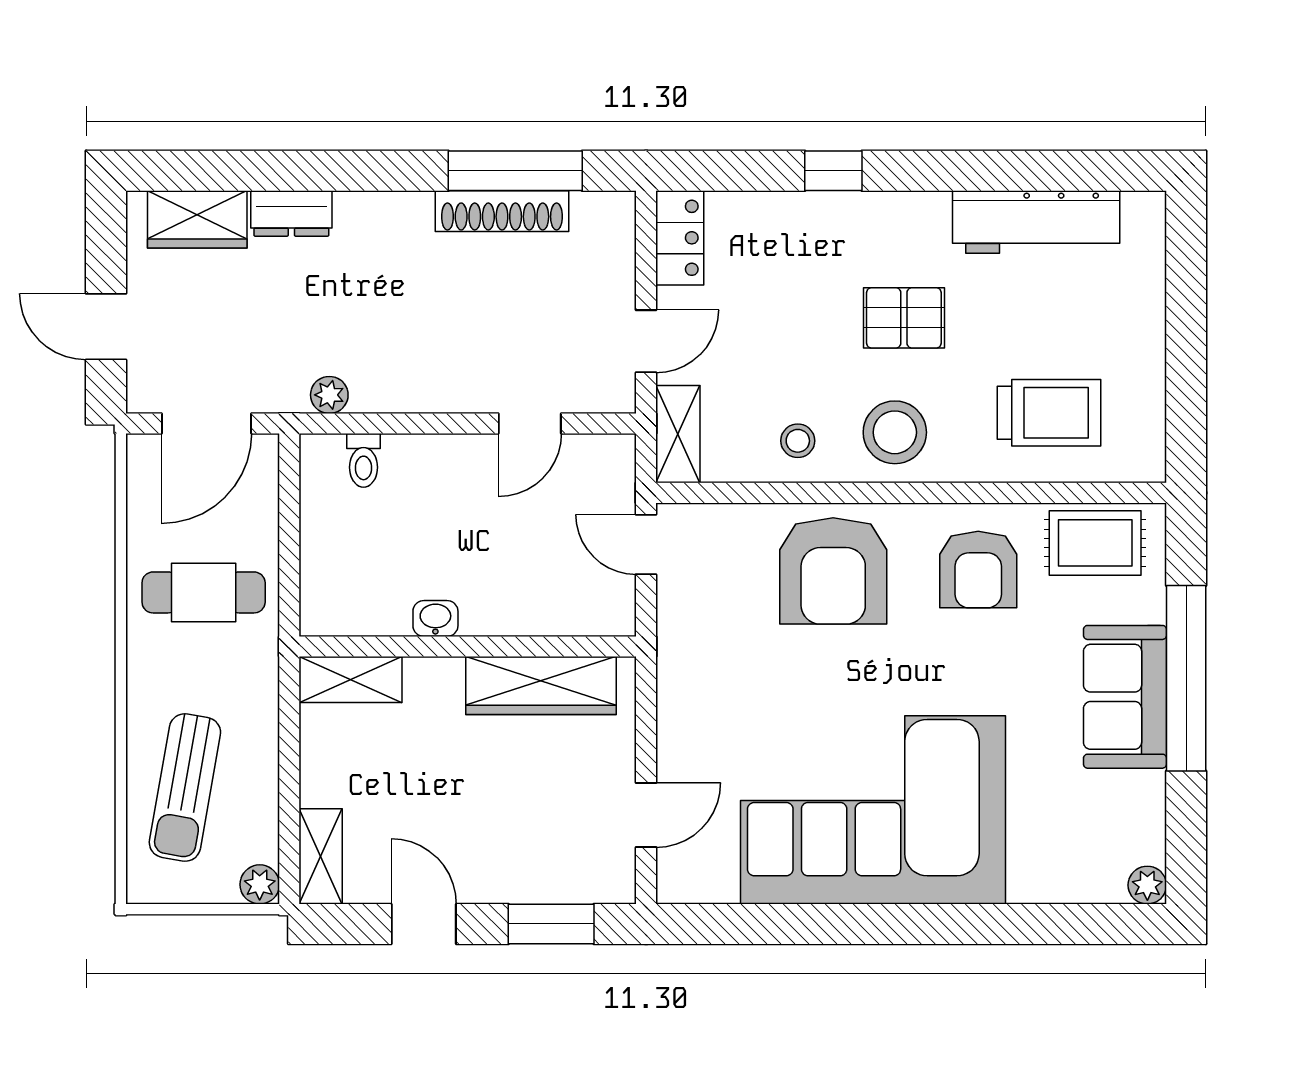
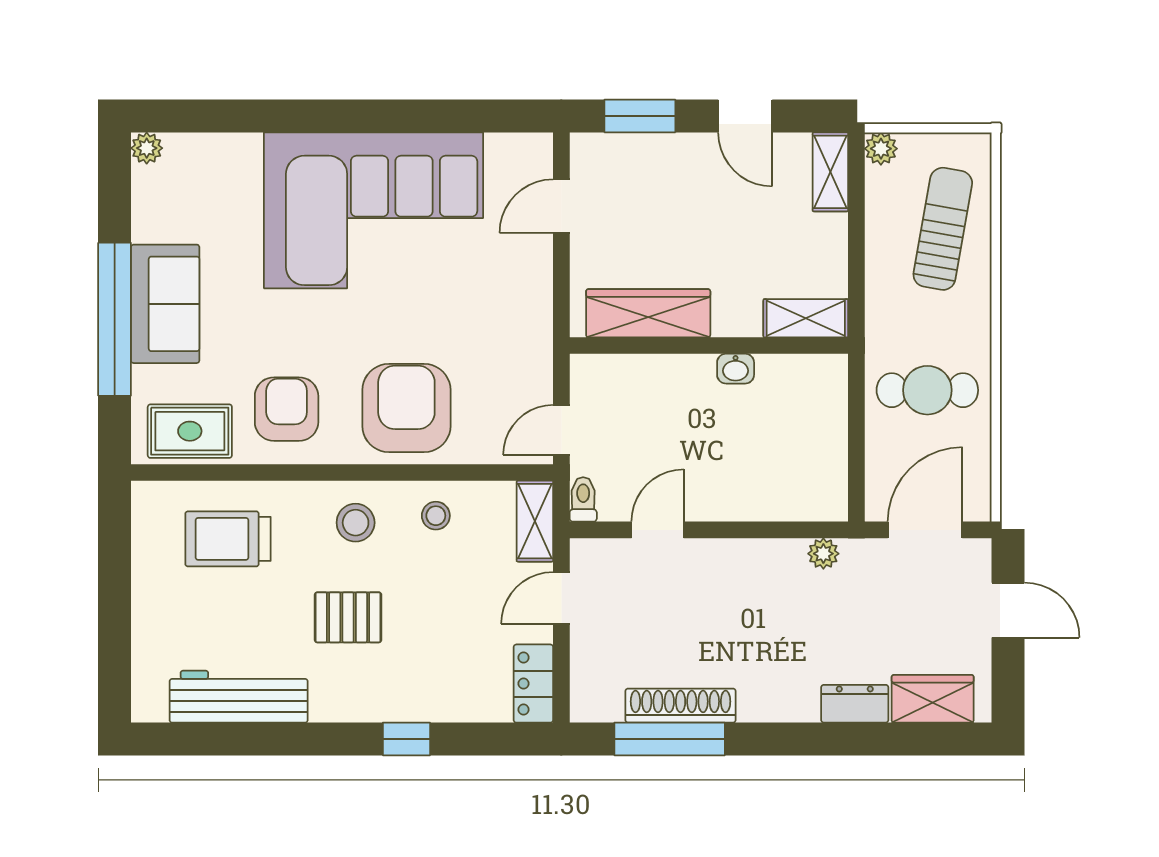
stool: (895, 432) -> (356, 523), width x0.73, depth x0.73
toilet: (364, 460) -> (583, 499), moved
door: (646, 544) -> (561, 430), swing flipped

